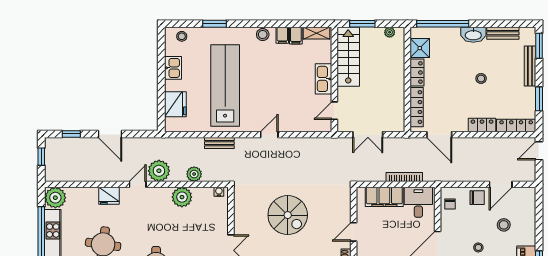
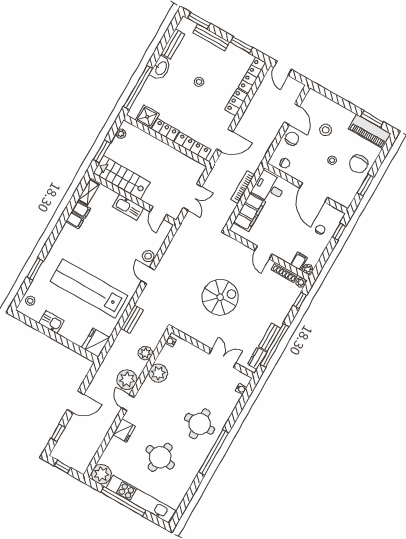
stool: (263, 35) -> (148, 256), moved
fridge: (175, 104) -> (96, 343), moved, turned -90

